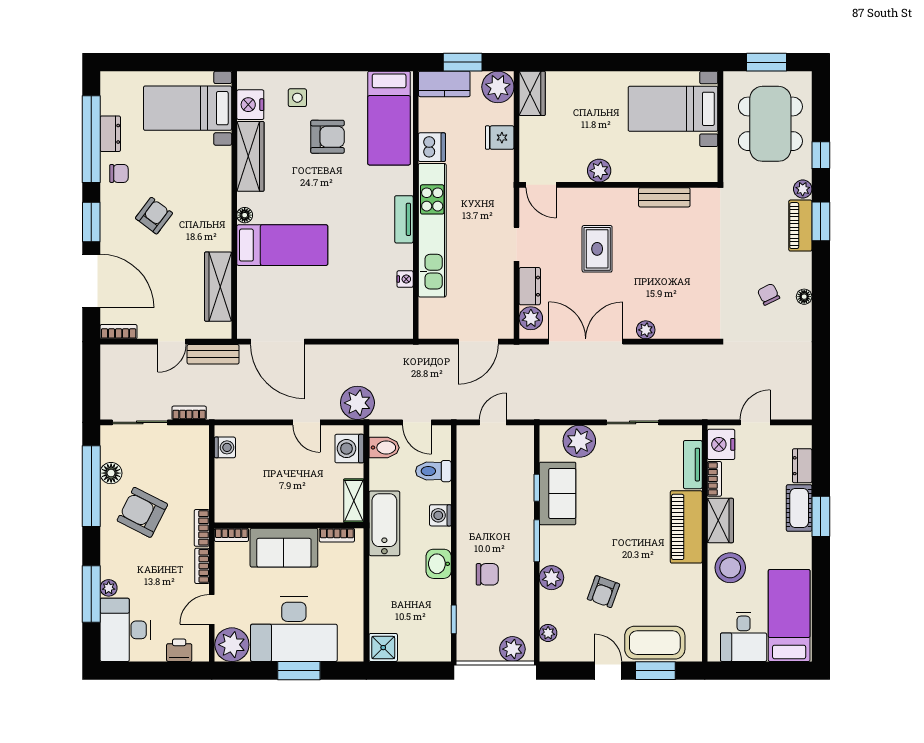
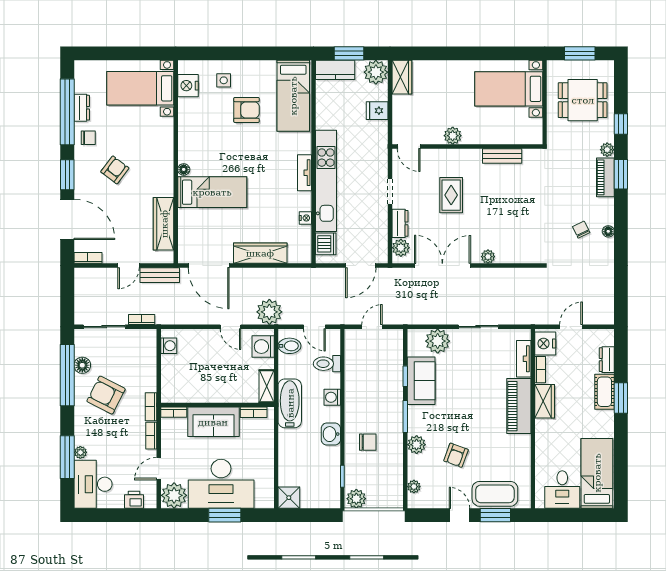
dining table: (770, 124) -> (583, 100), width x0.73
dishwasher: (432, 147) -> (326, 244), moved
wardrobe: (250, 156) -> (260, 253), moved, turned -90
stool: (730, 568) -> (552, 437), removed
plant: (512, 649) -> (356, 499), moved

